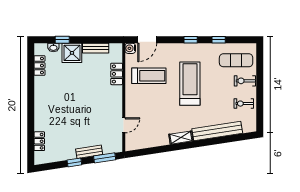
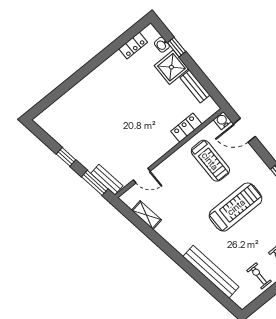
shelving: (181, 138) -> (147, 215), moved
locker: (39, 141) -> (59, 106), removed
bench: (89, 152) -> (107, 180), moved

